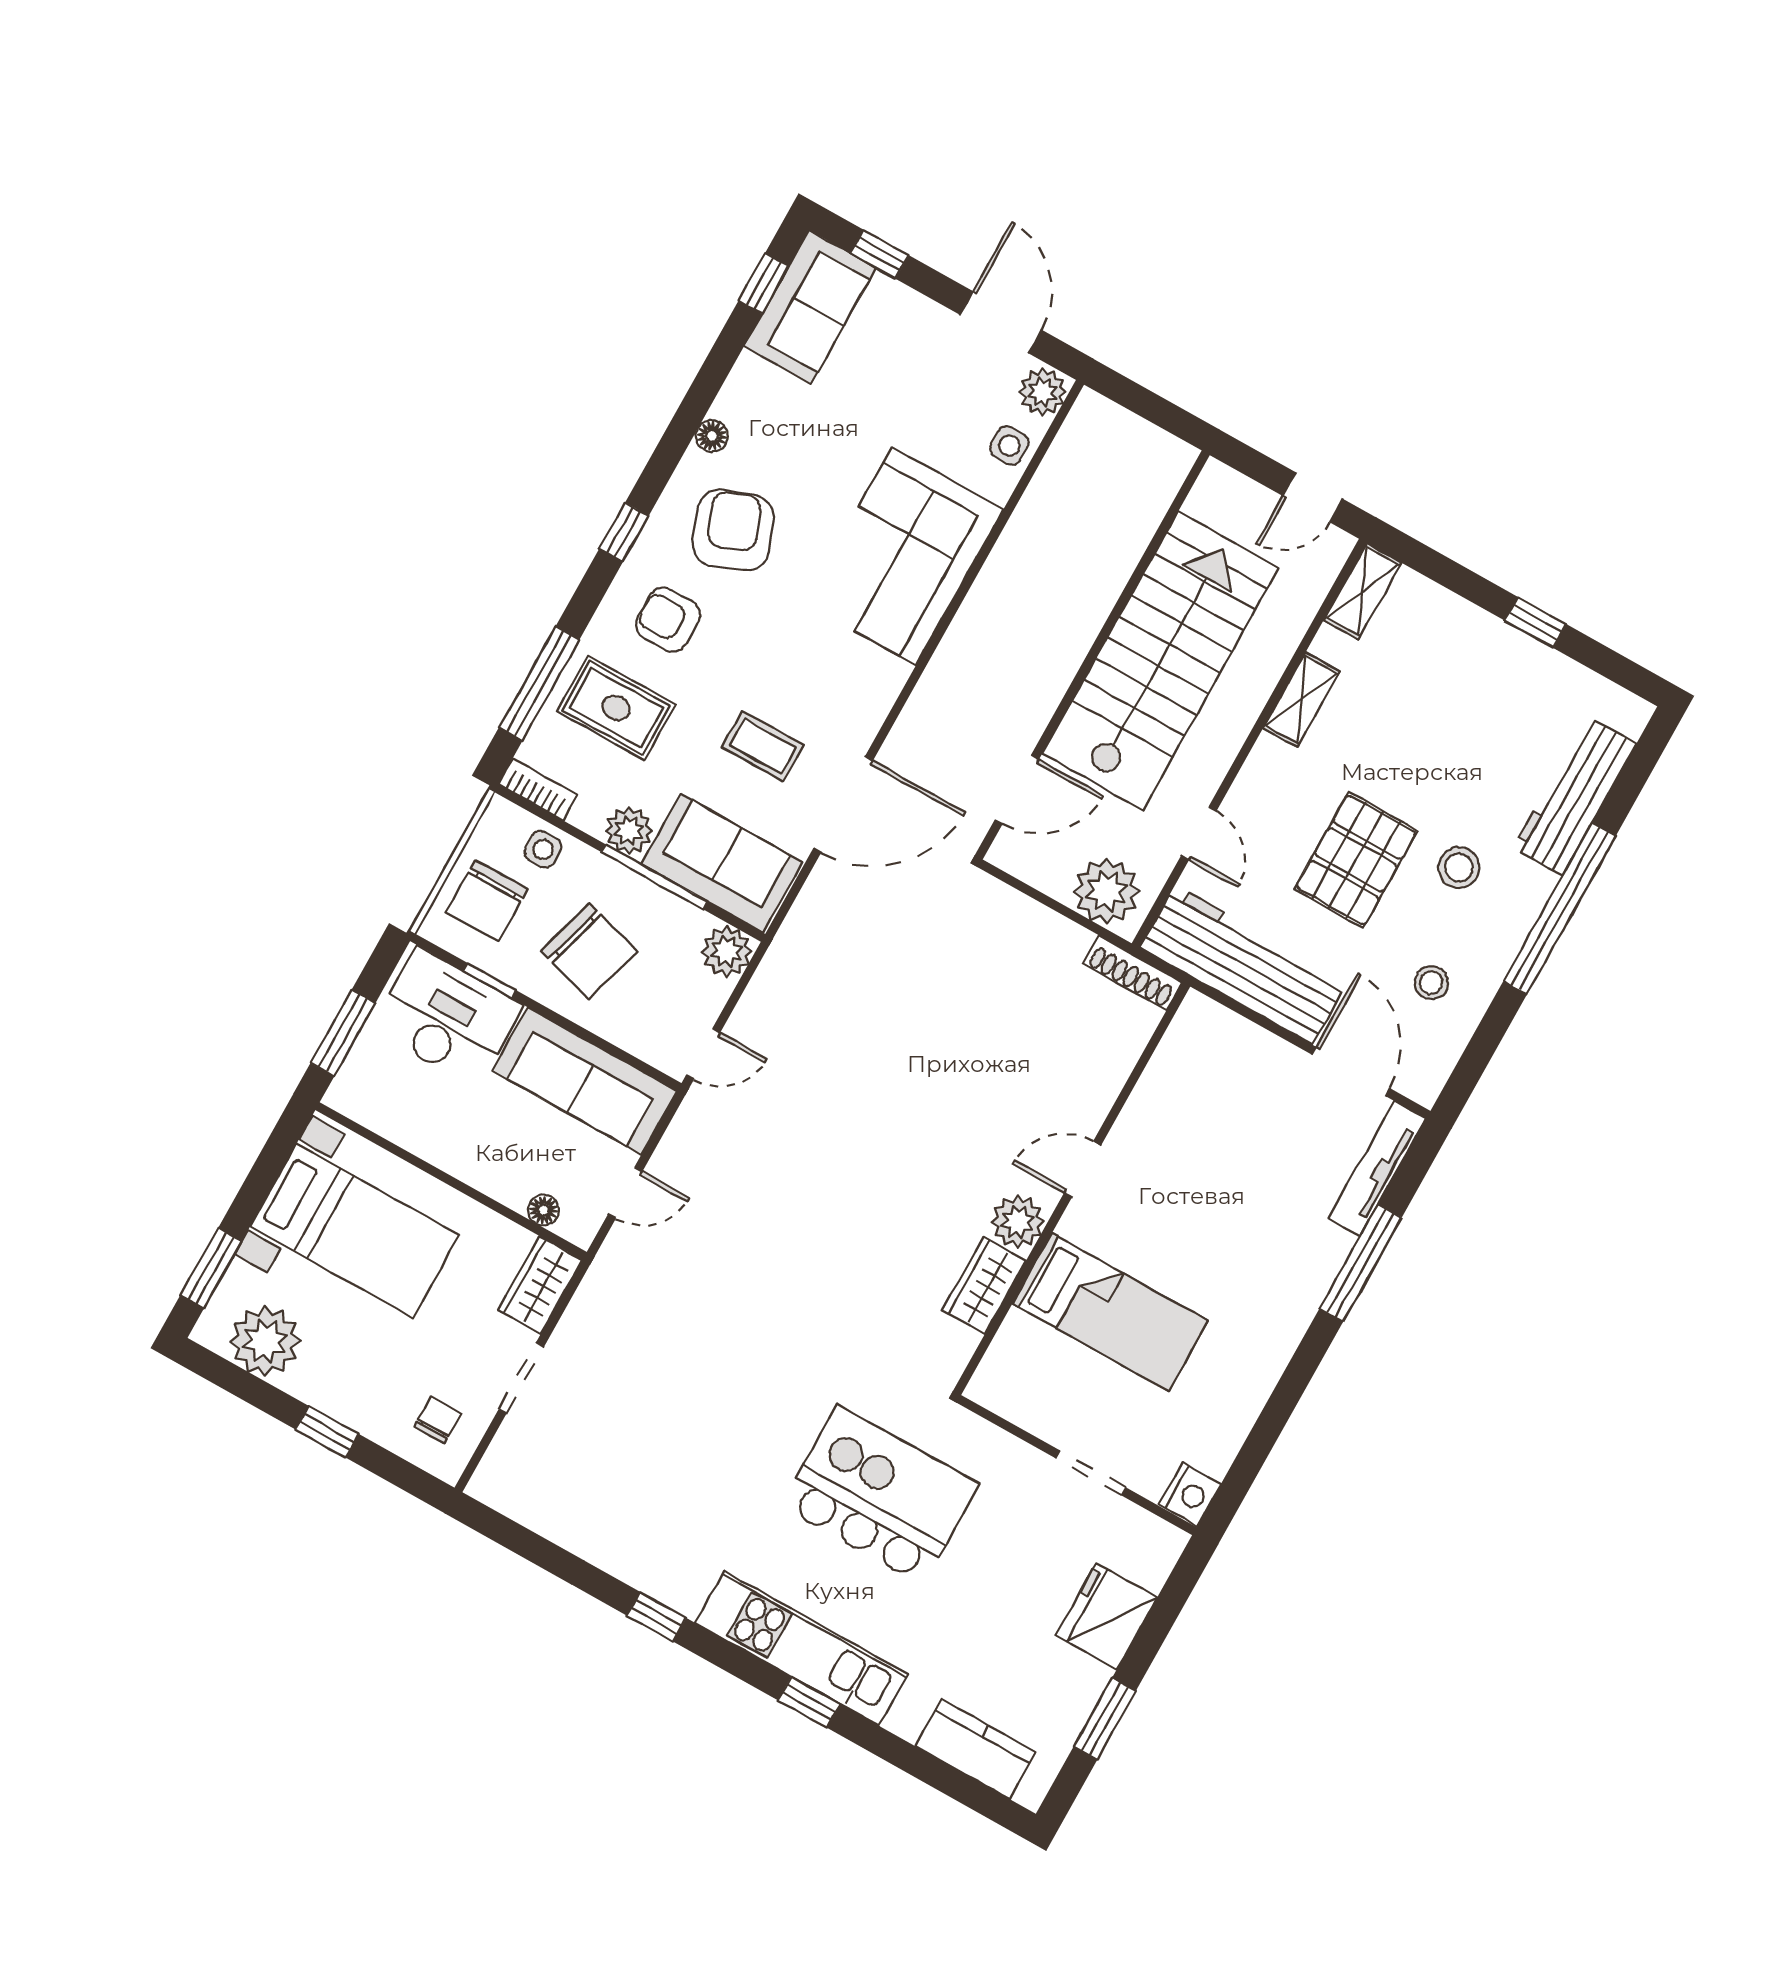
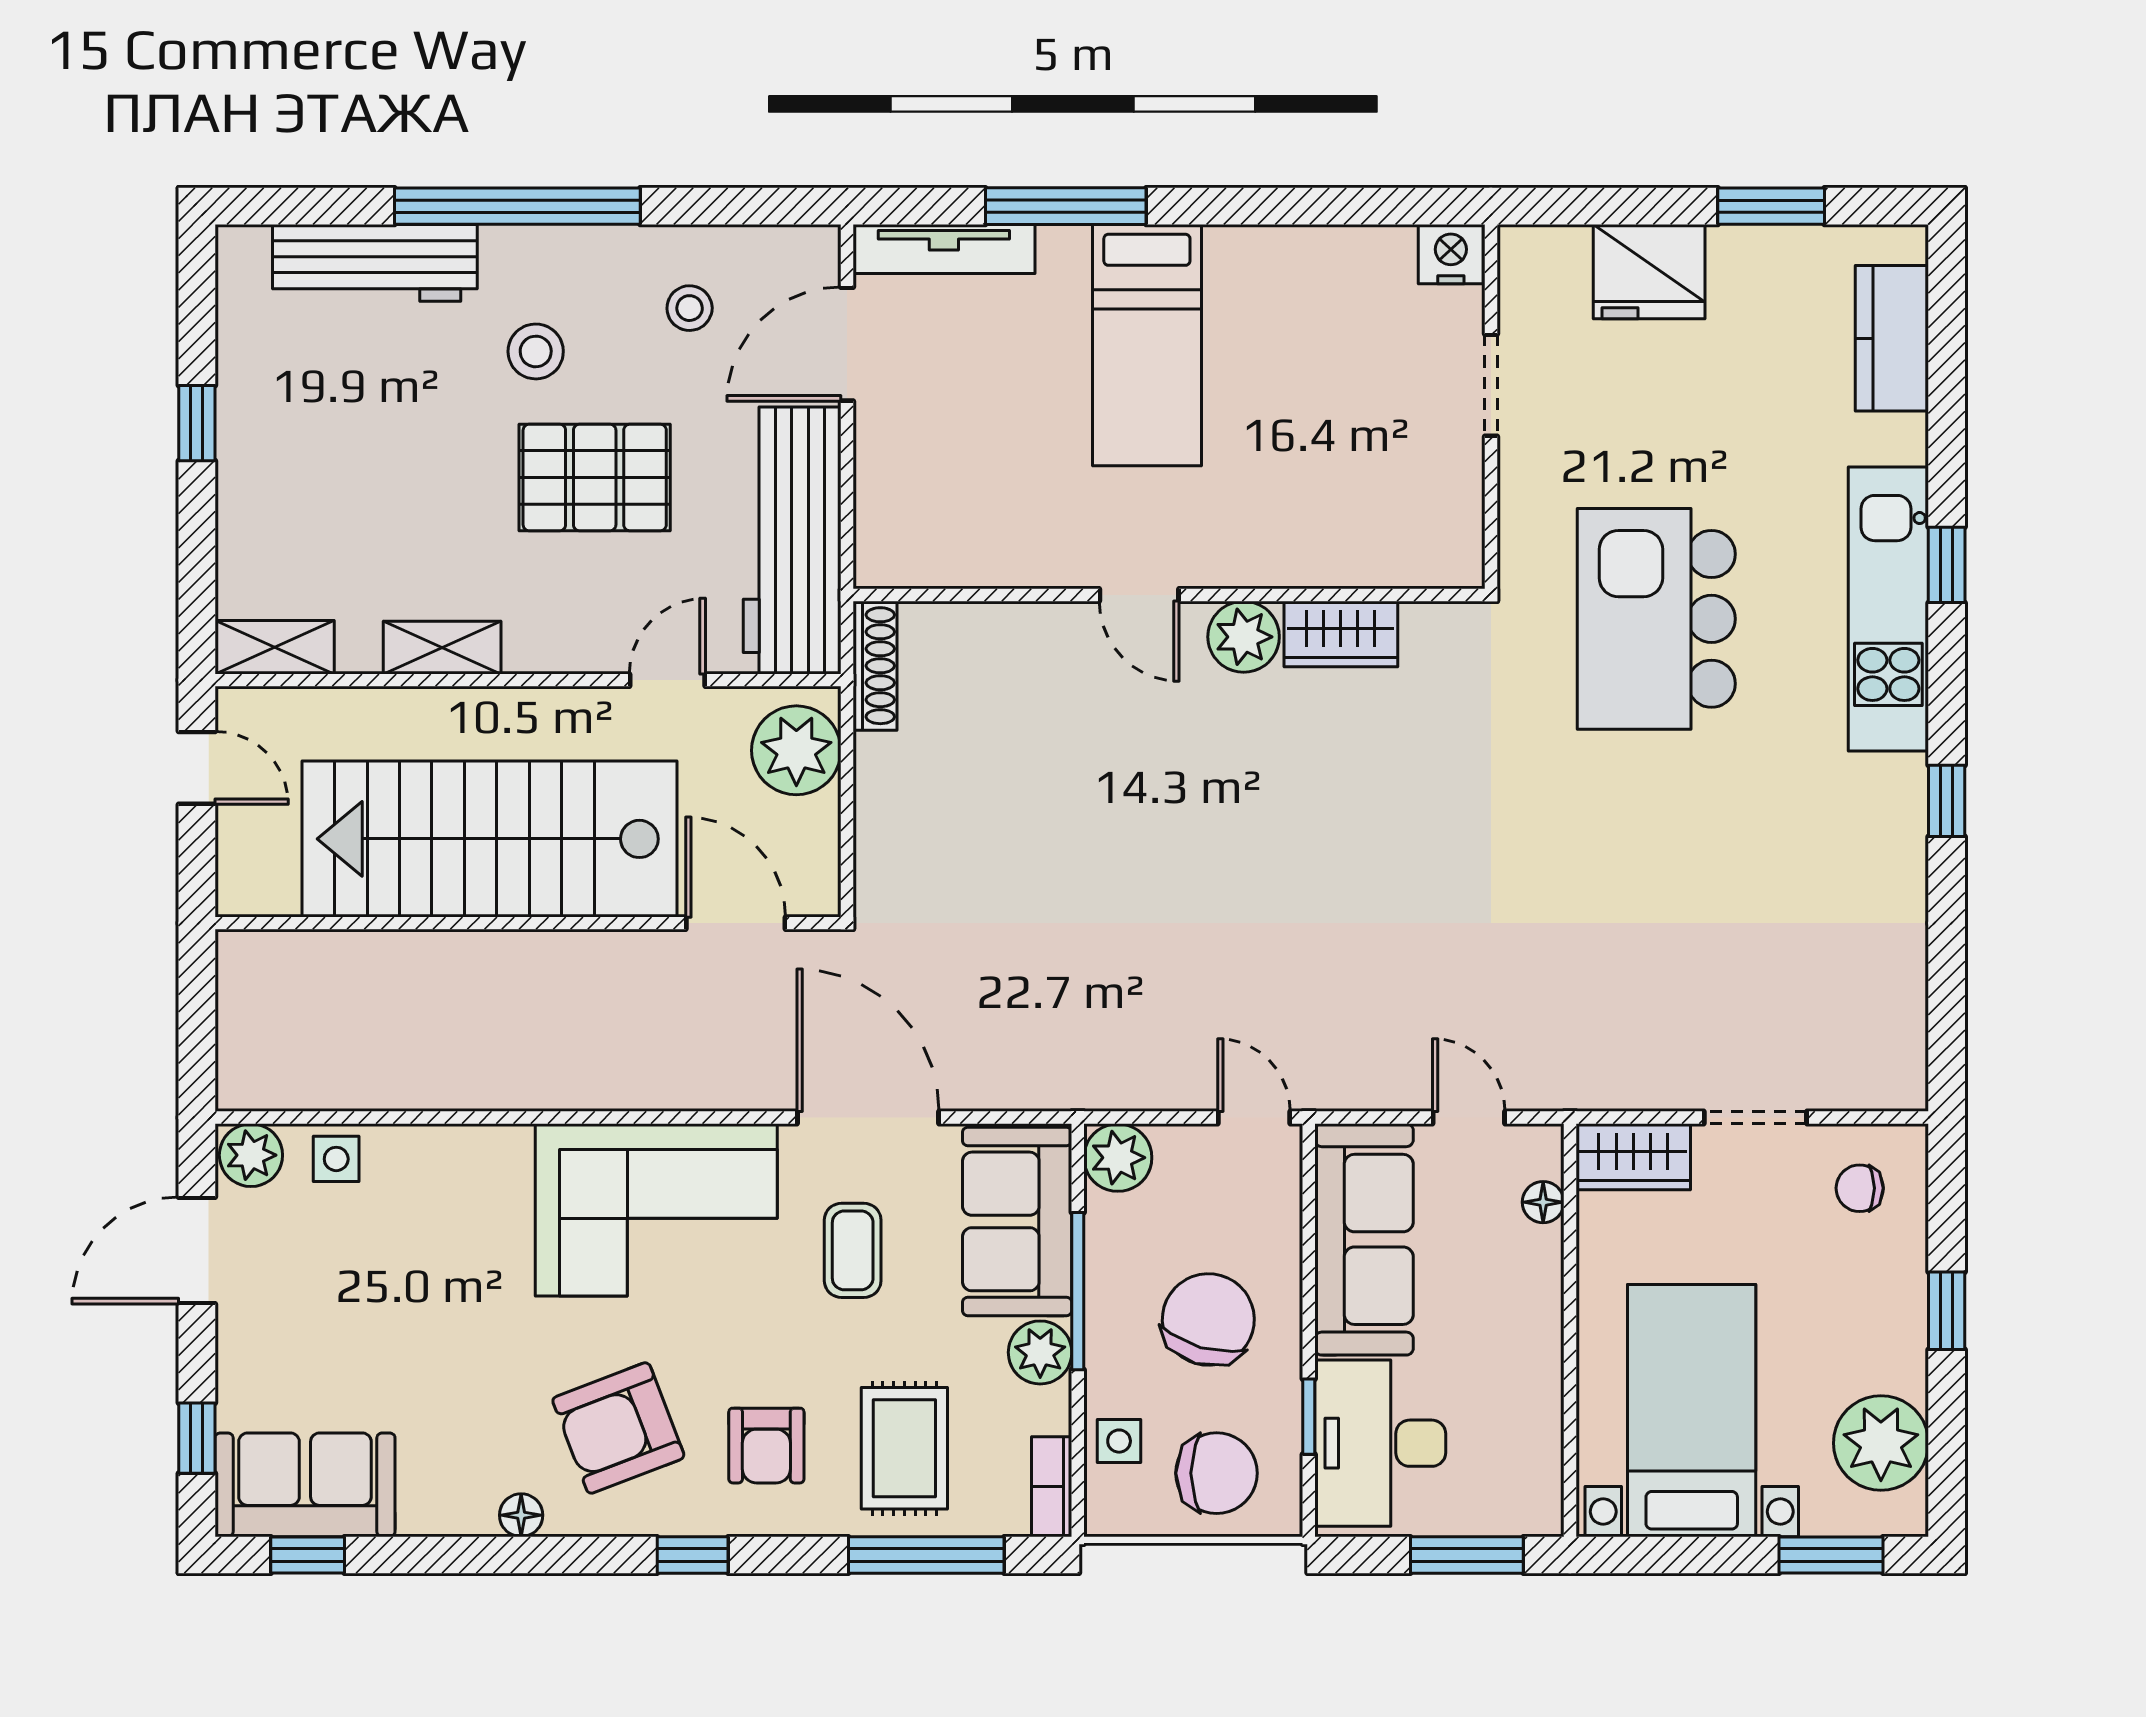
corner sofa: (904, 556) -> (656, 1210), moved
bed: (1110, 1312) -> (1147, 345), moved, turned 180

